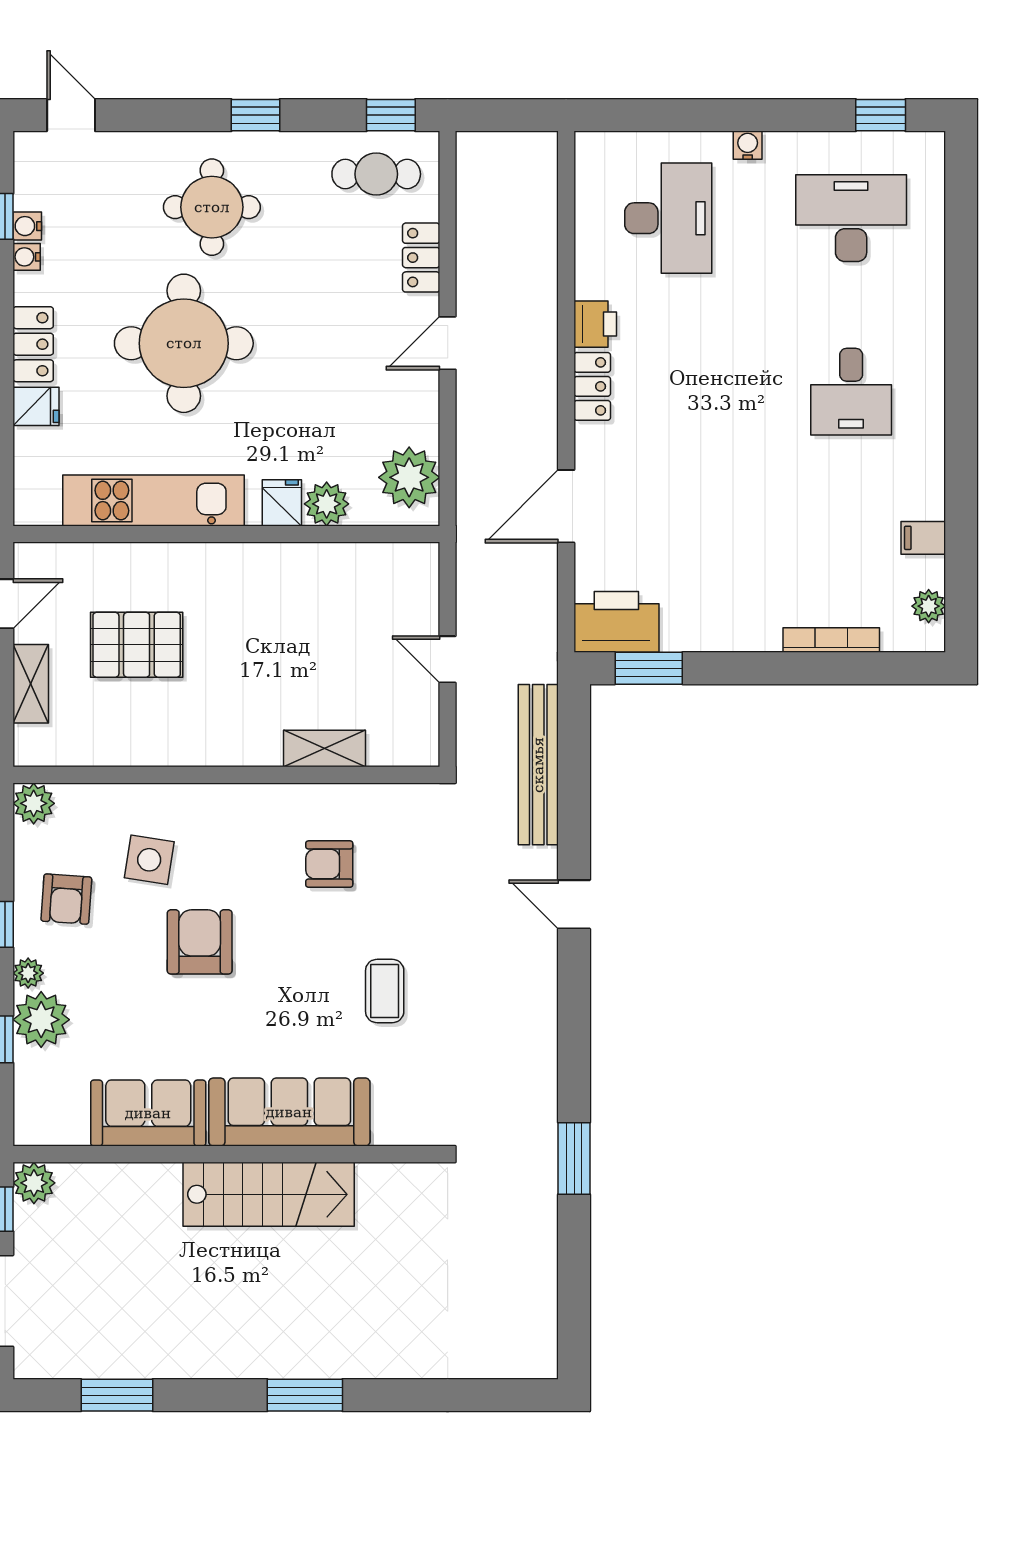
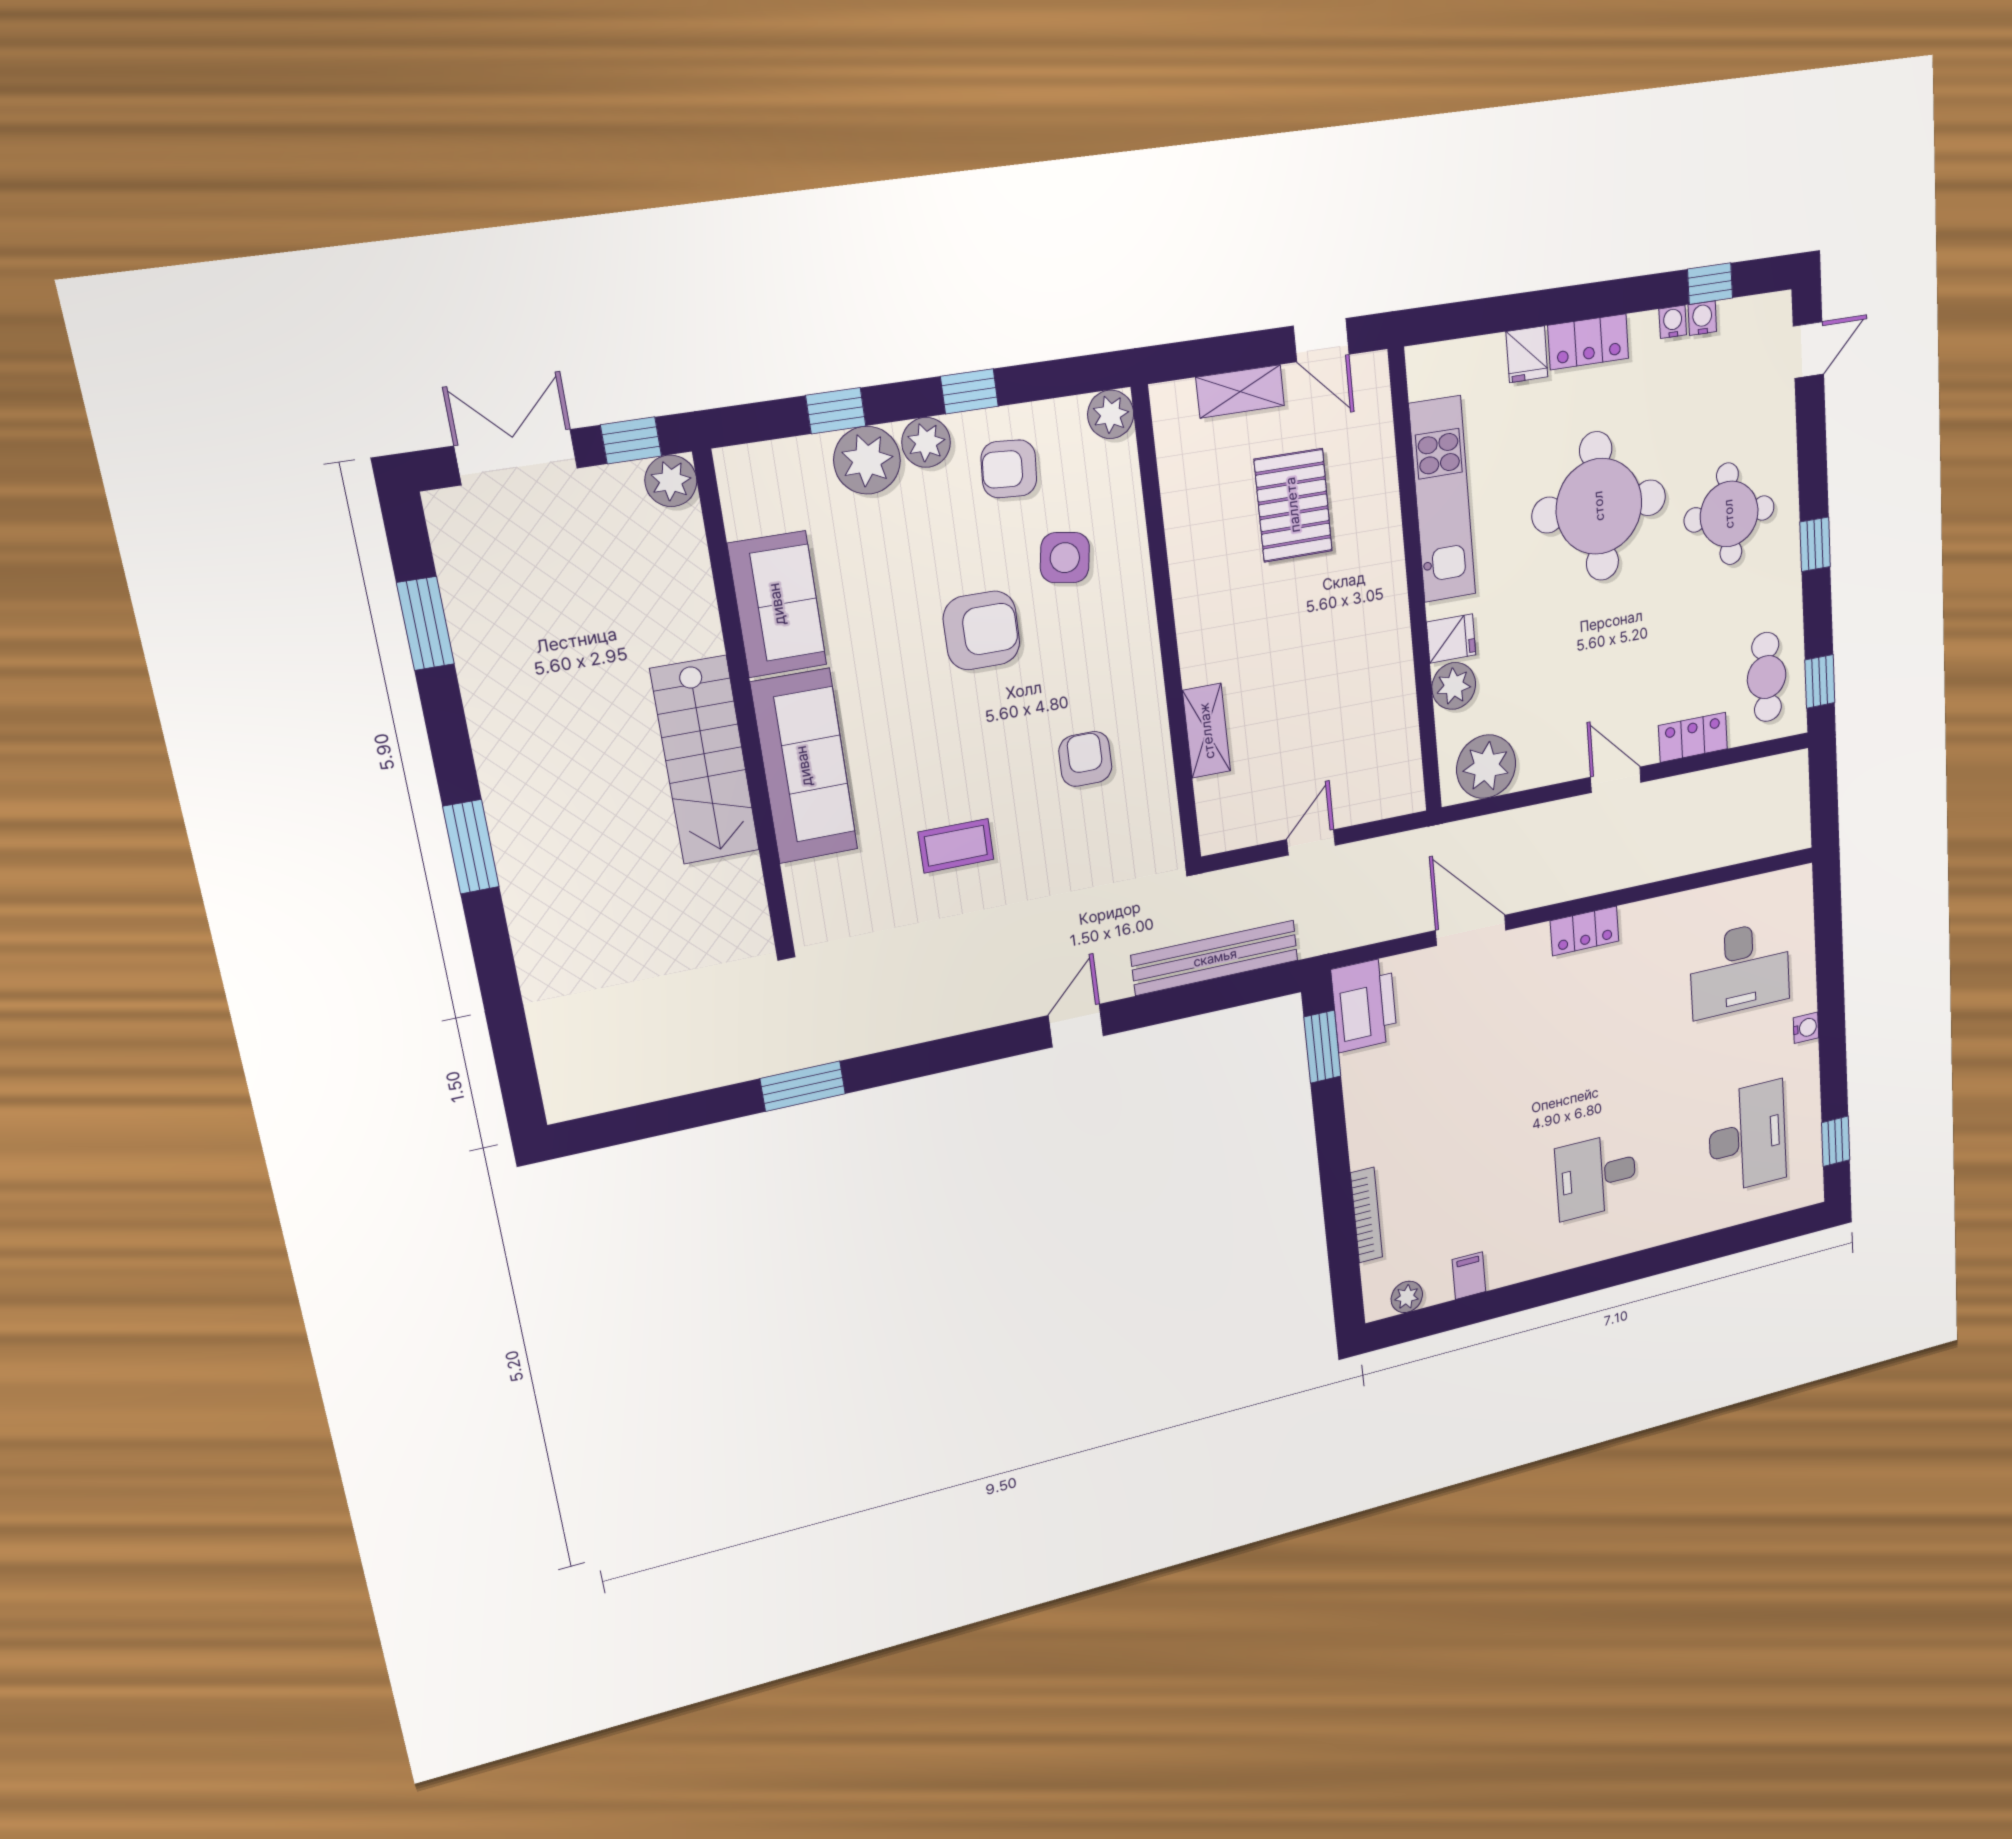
printer: (595, 324) -> (1642, 921), removed
plant: (28, 973) -> (926, 442), width x1.38, depth x1.38

